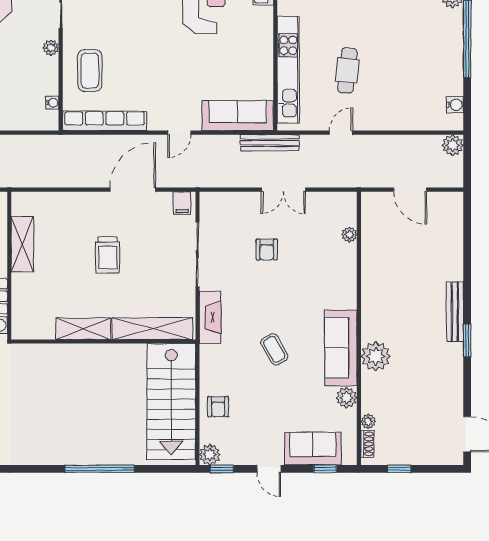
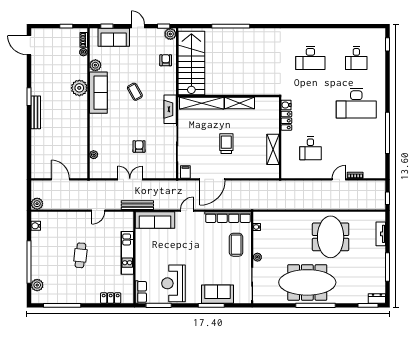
kitchen unit: (288, 70) -> (127, 253), width x0.73
cafe table: (347, 70) -> (80, 255), moved

